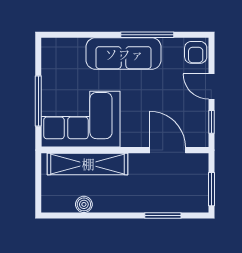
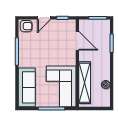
sofa: (124, 54) -> (27, 87), moved
door: (168, 150) -> (77, 41), swing flipped

